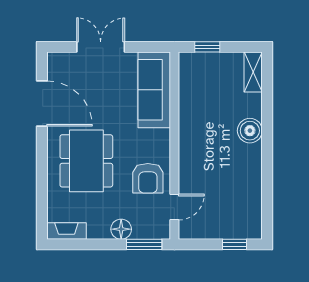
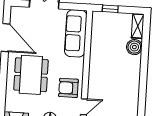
boiler: (250, 131) -> (134, 47), moved
armchair: (148, 178) -> (68, 88), turned 90

